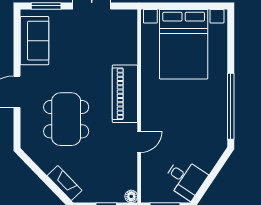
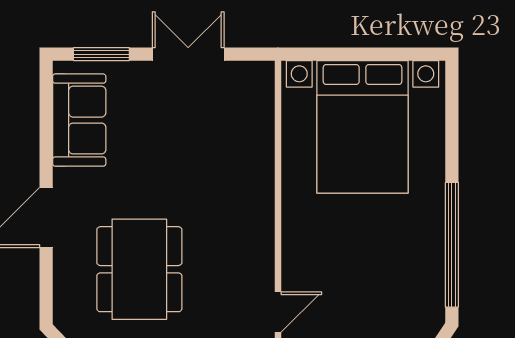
piano: (125, 94) -> (251, 221), removed

